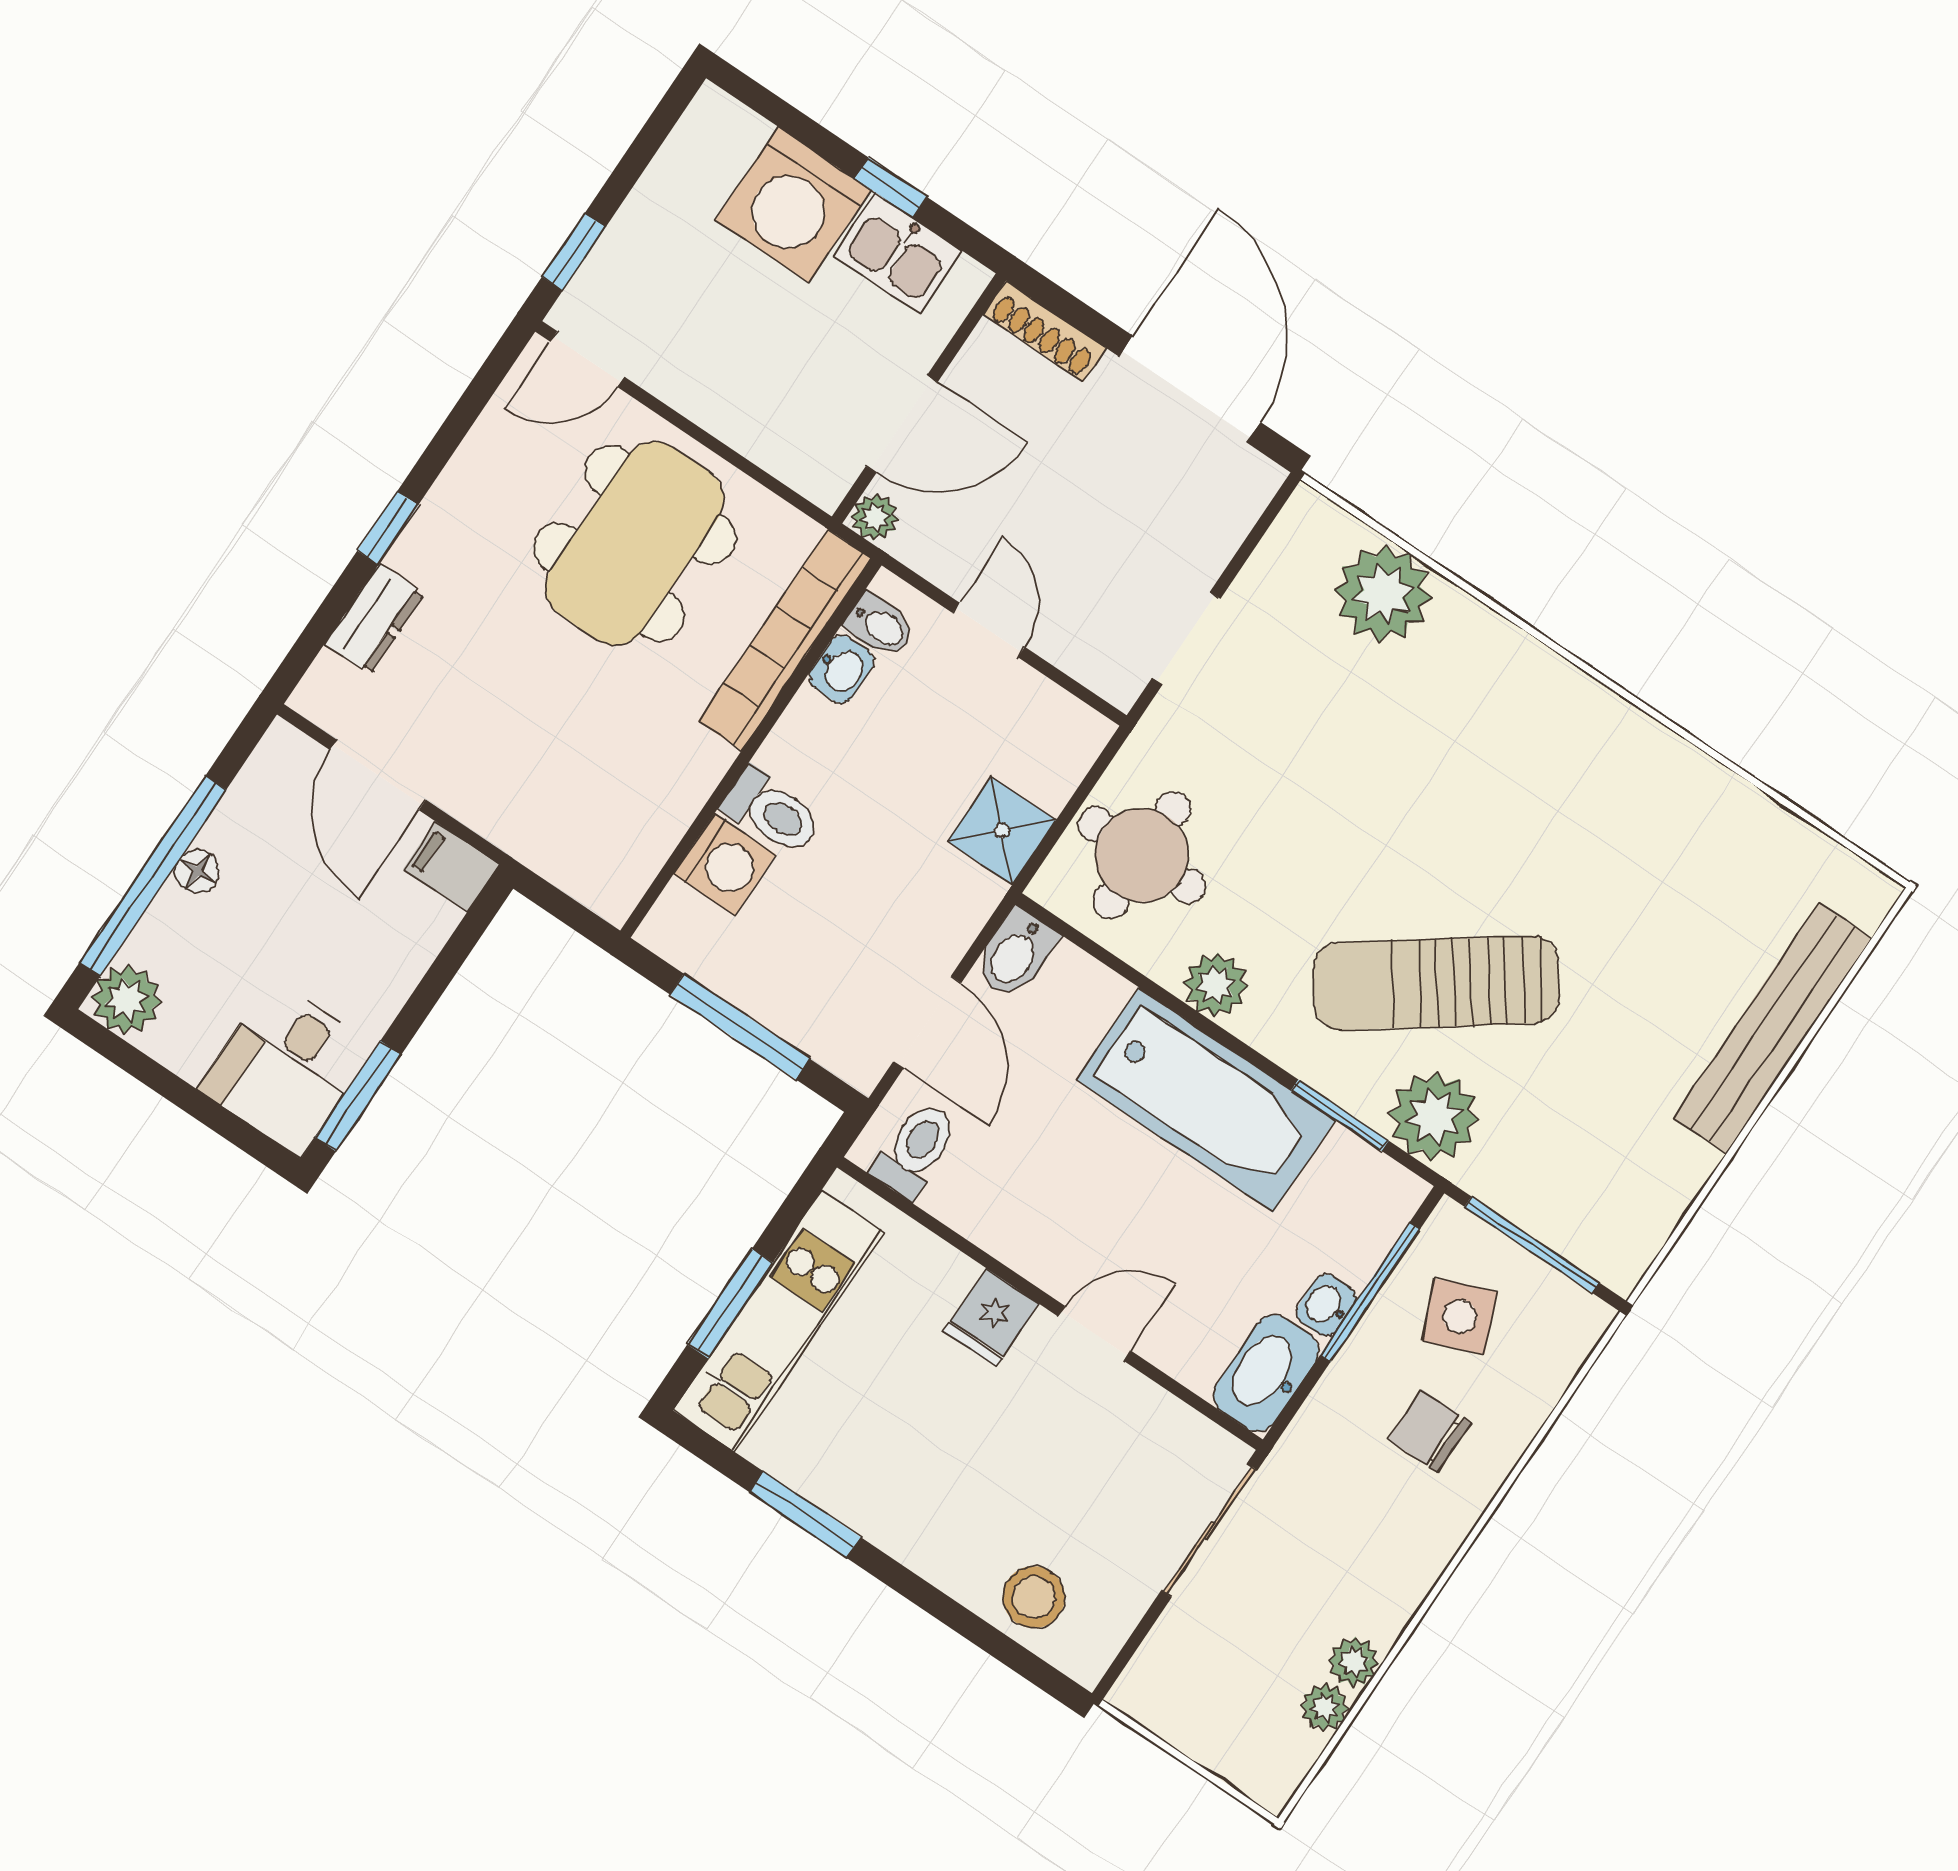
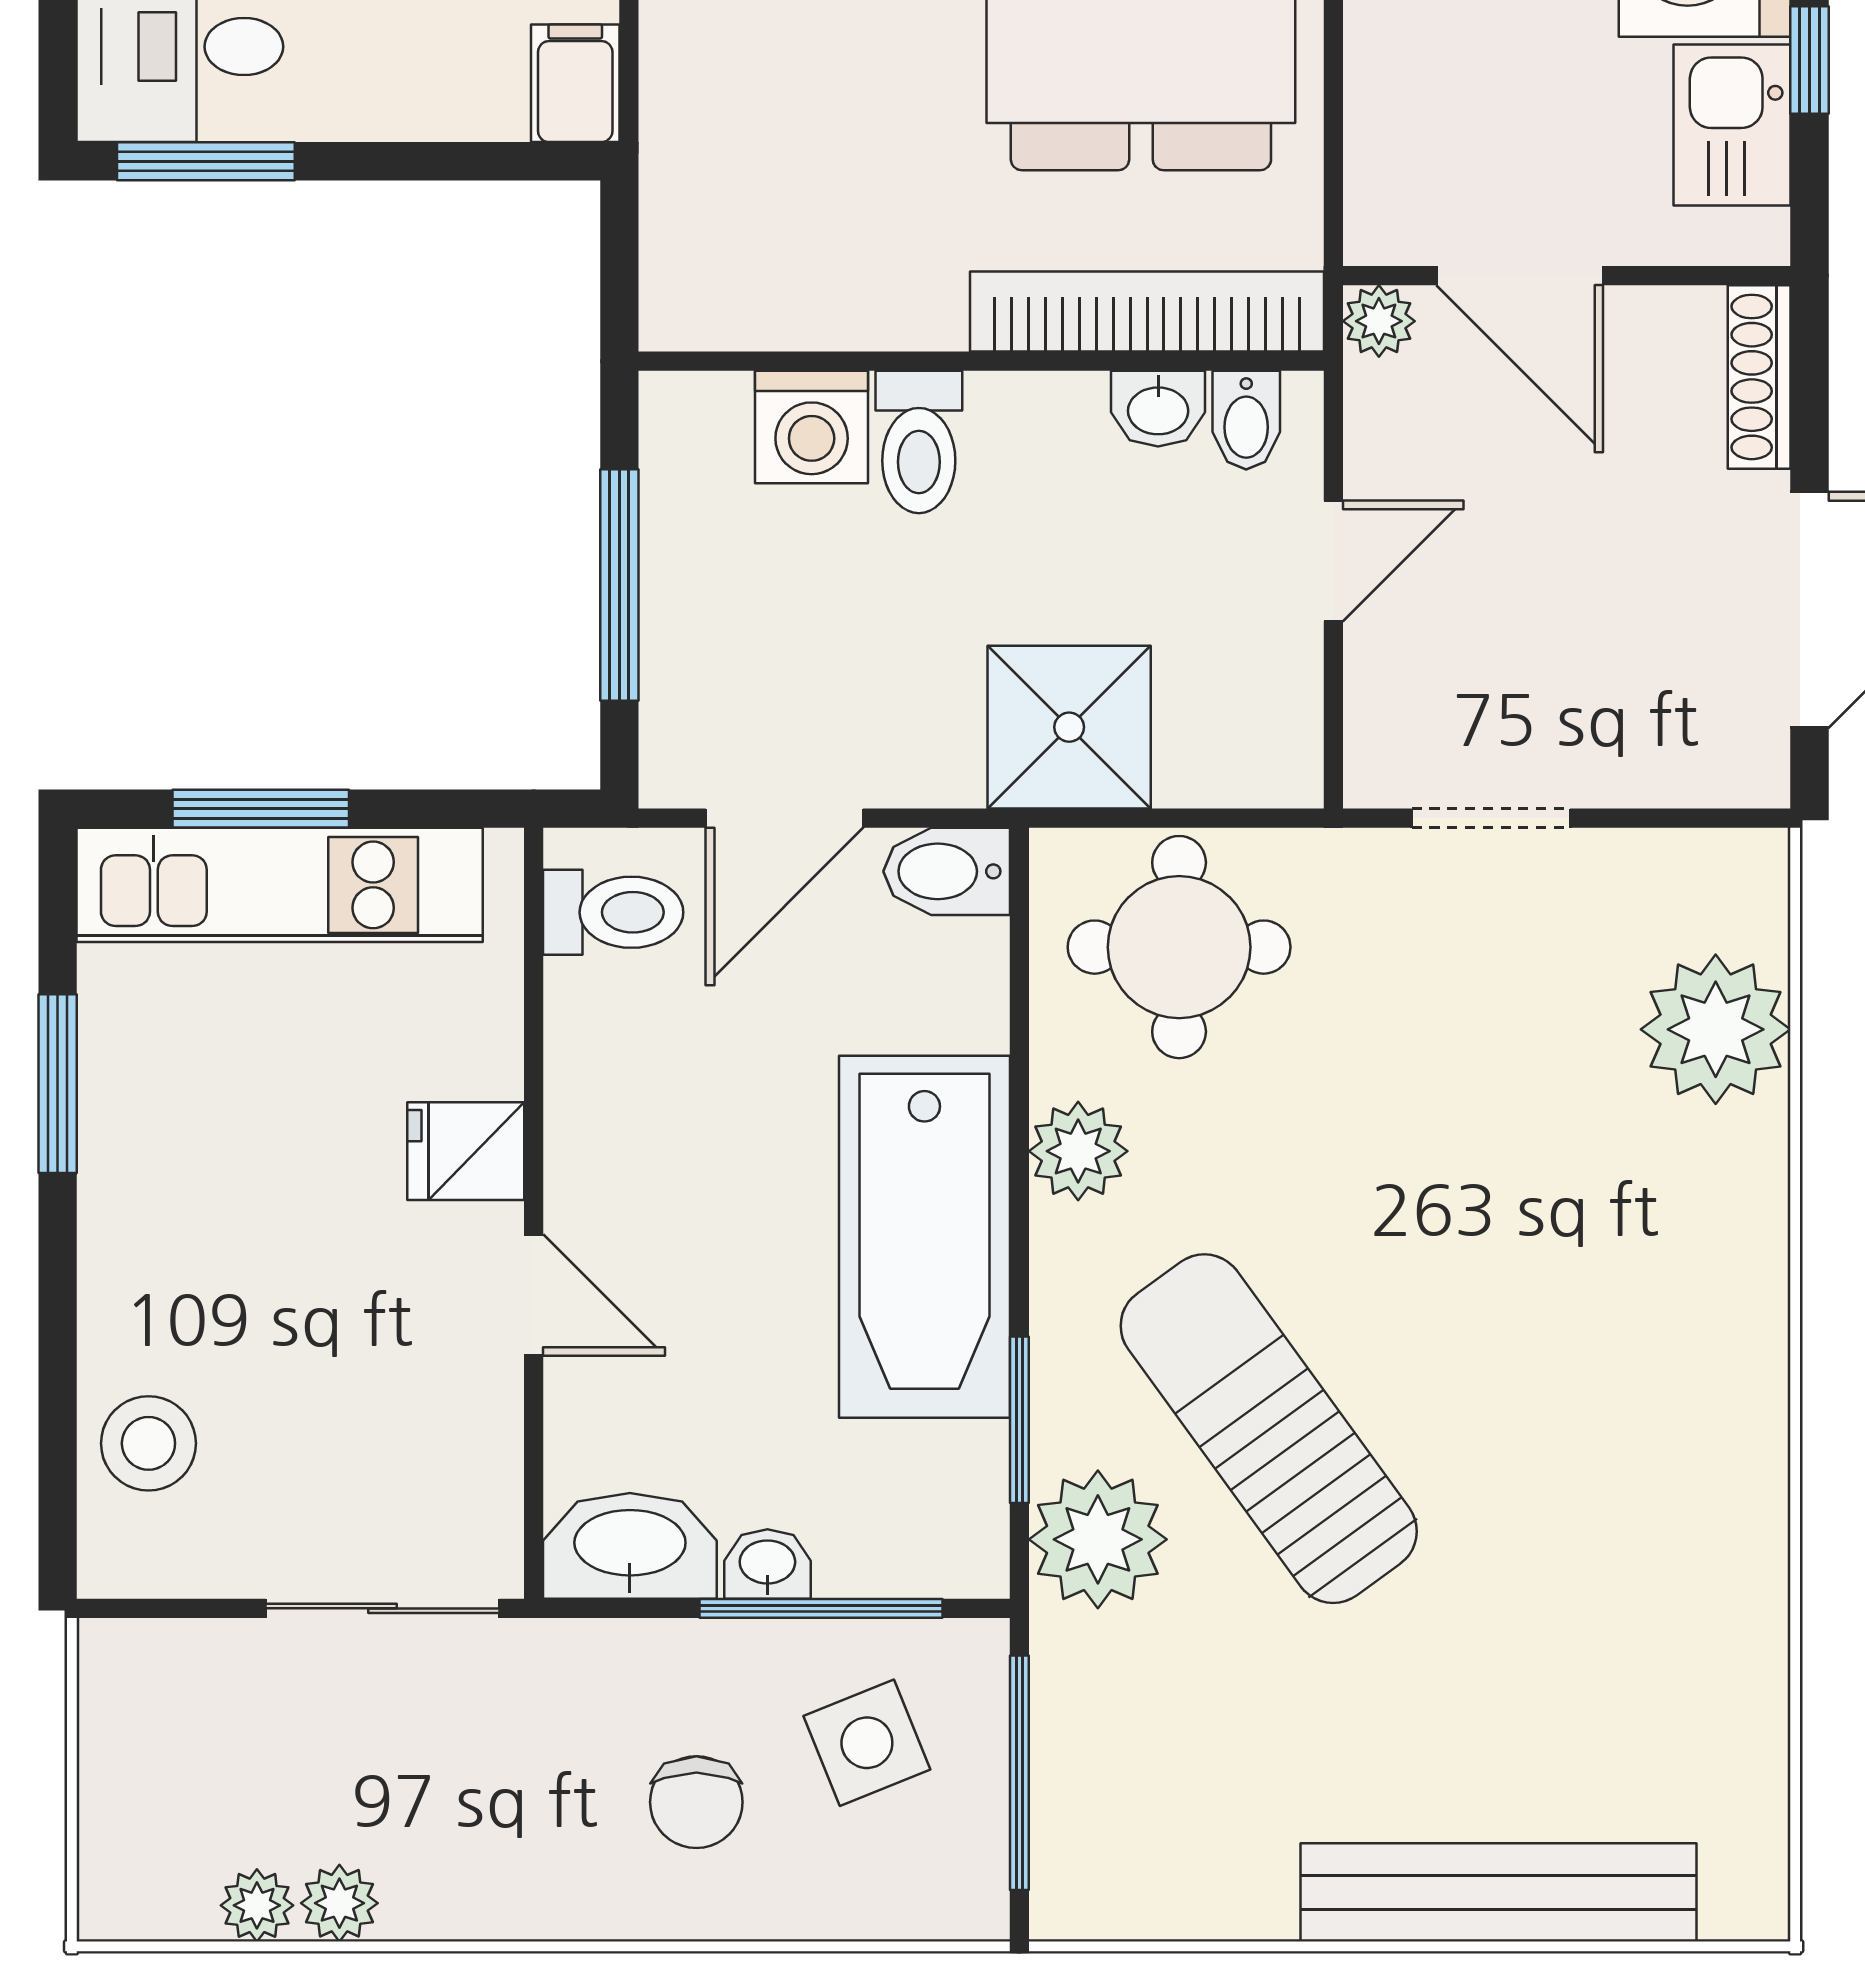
shower: (1002, 831) -> (1069, 727), width x1.36, depth x1.36
chair: (1429, 1431) -> (696, 1802), turned 180

